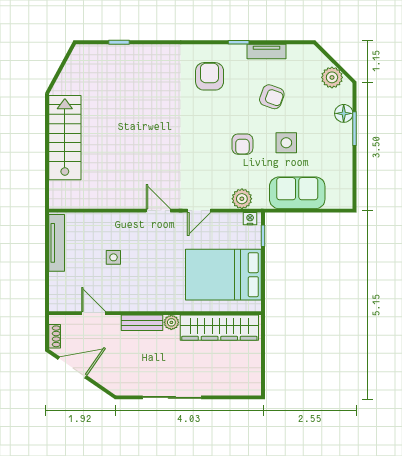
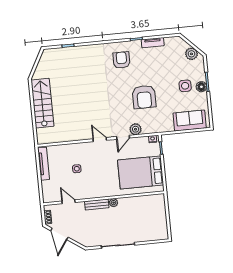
armchair: (272, 97) -> (158, 68), removed
floor lamp: (344, 113) -> (201, 87), moved
side table: (286, 143) -> (185, 86), moved
armchair: (242, 144) -> (144, 97), width x1.88, depth x1.88
sofa: (297, 193) -> (190, 121), moved
plant: (242, 199) -> (136, 129), moved
wardrobe: (219, 328) -> (141, 203), removed
door: (72, 367) -> (59, 234), swing flipped

